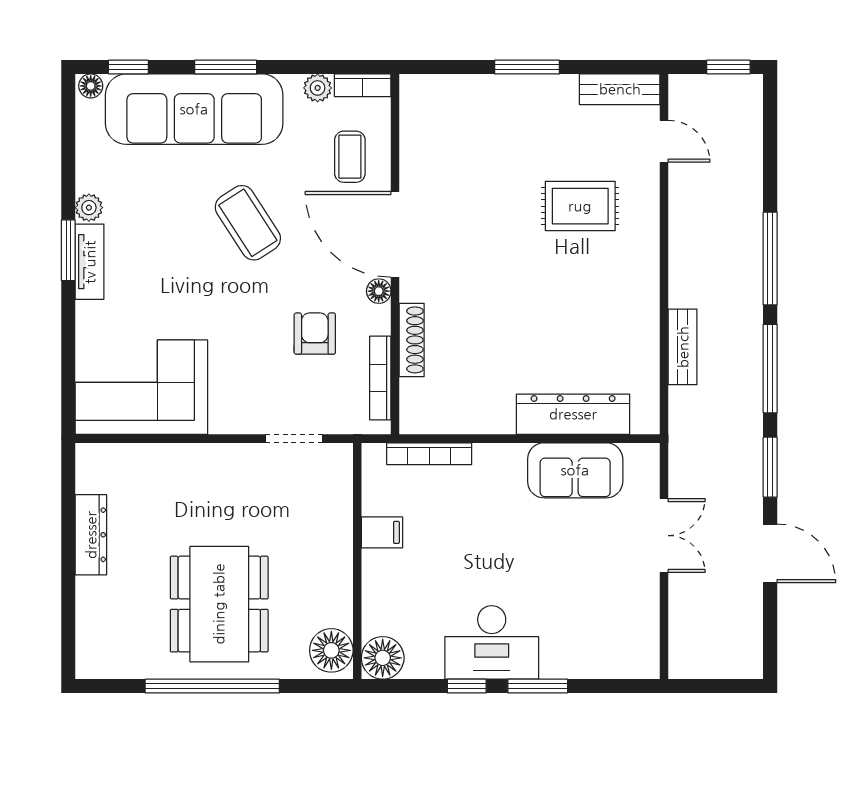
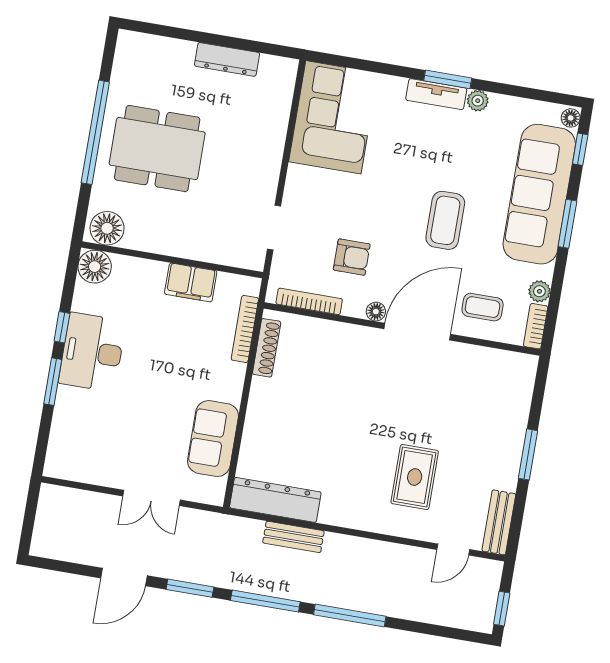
coffee table: (248, 223) -> (445, 220), turned -57
shoe rack: (412, 340) -> (267, 348), moved, turned -90
dresser: (573, 414) -> (275, 500), moved, turned -90
filing cabinet: (382, 532) -> (191, 282), width x2.00

